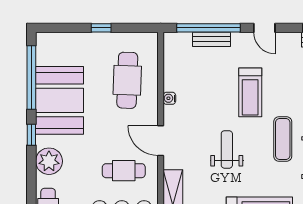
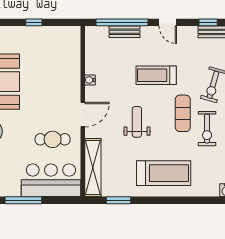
cafe table: (127, 80) -> (55, 65), removed
treadmill: (250, 92) -> (156, 75), turned 90
door: (161, 141) -> (83, 115), swing flipped

